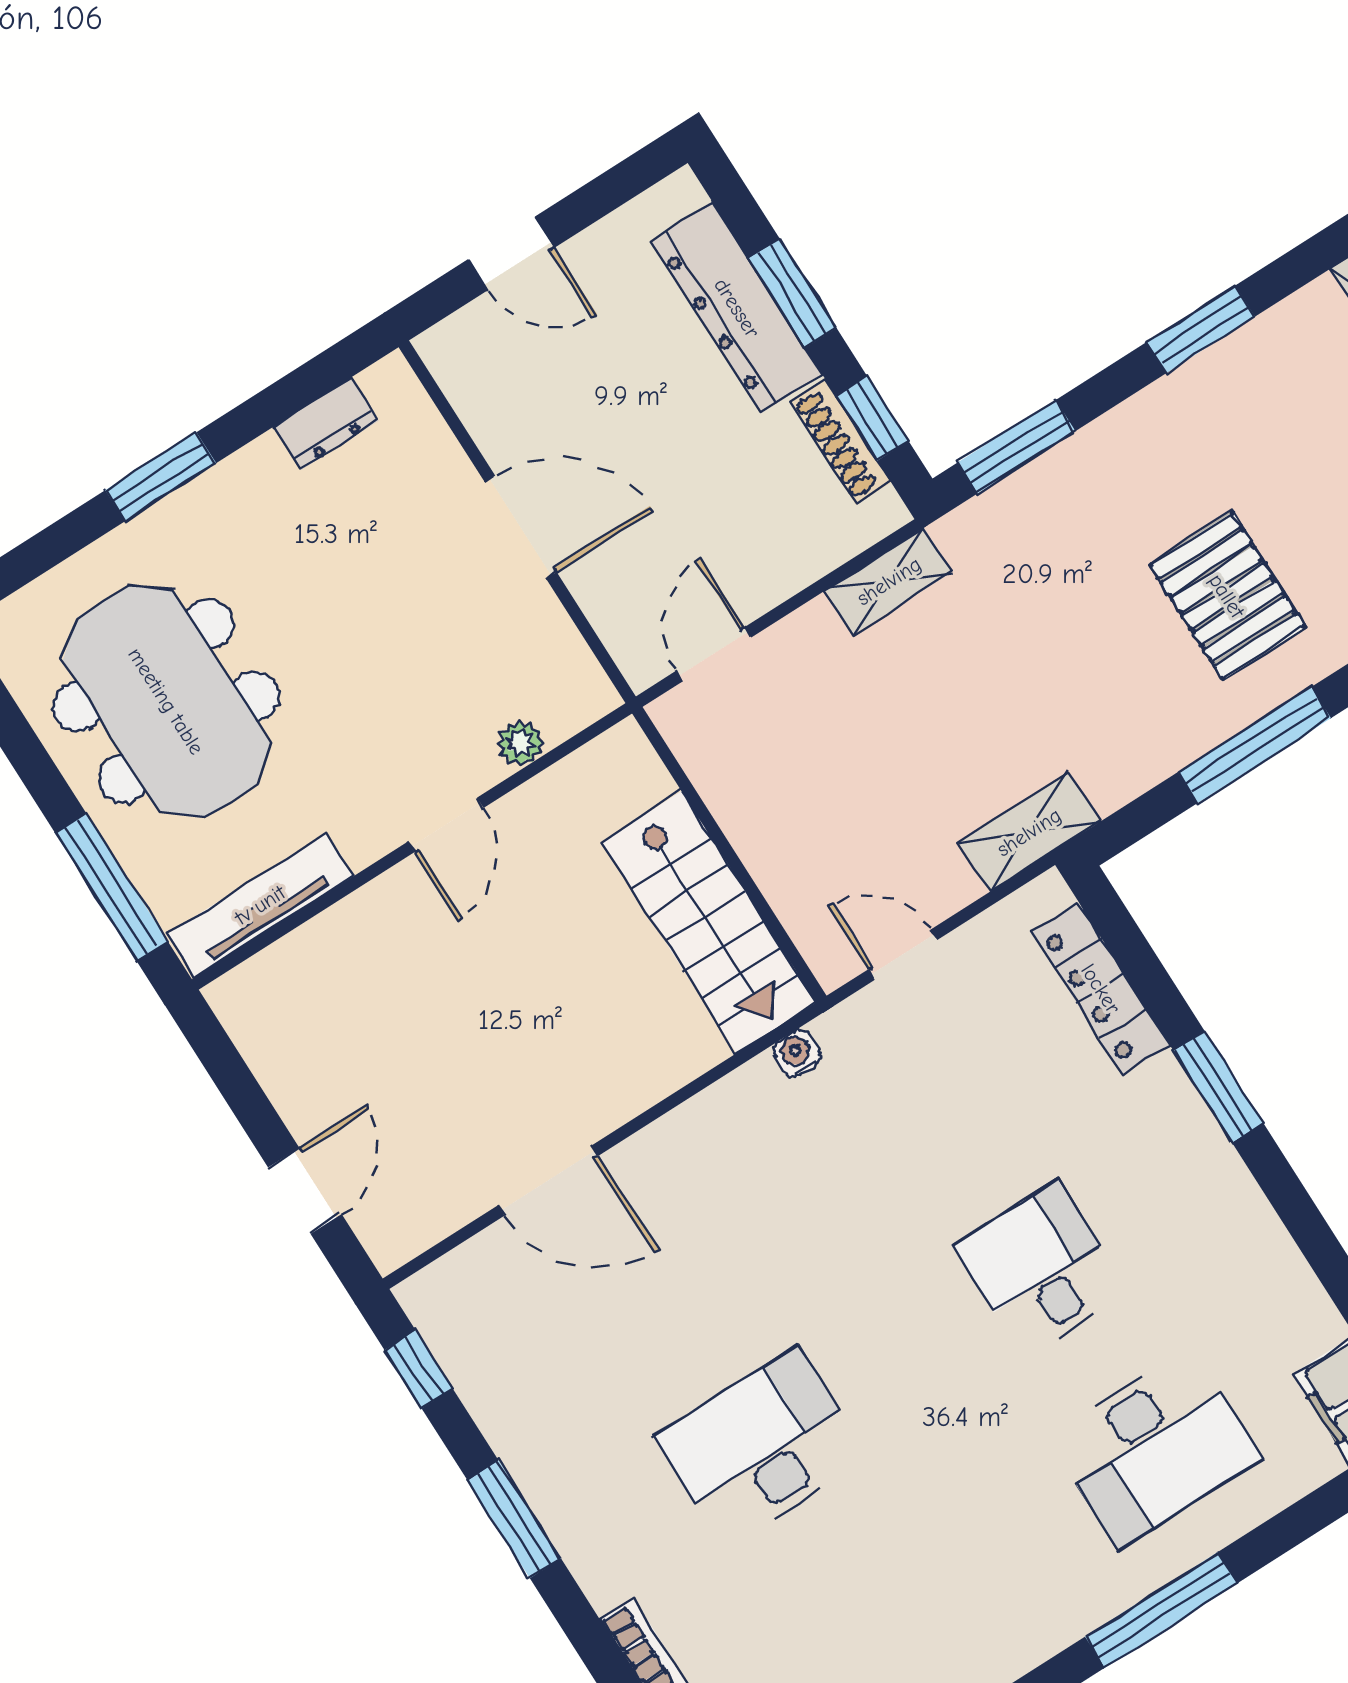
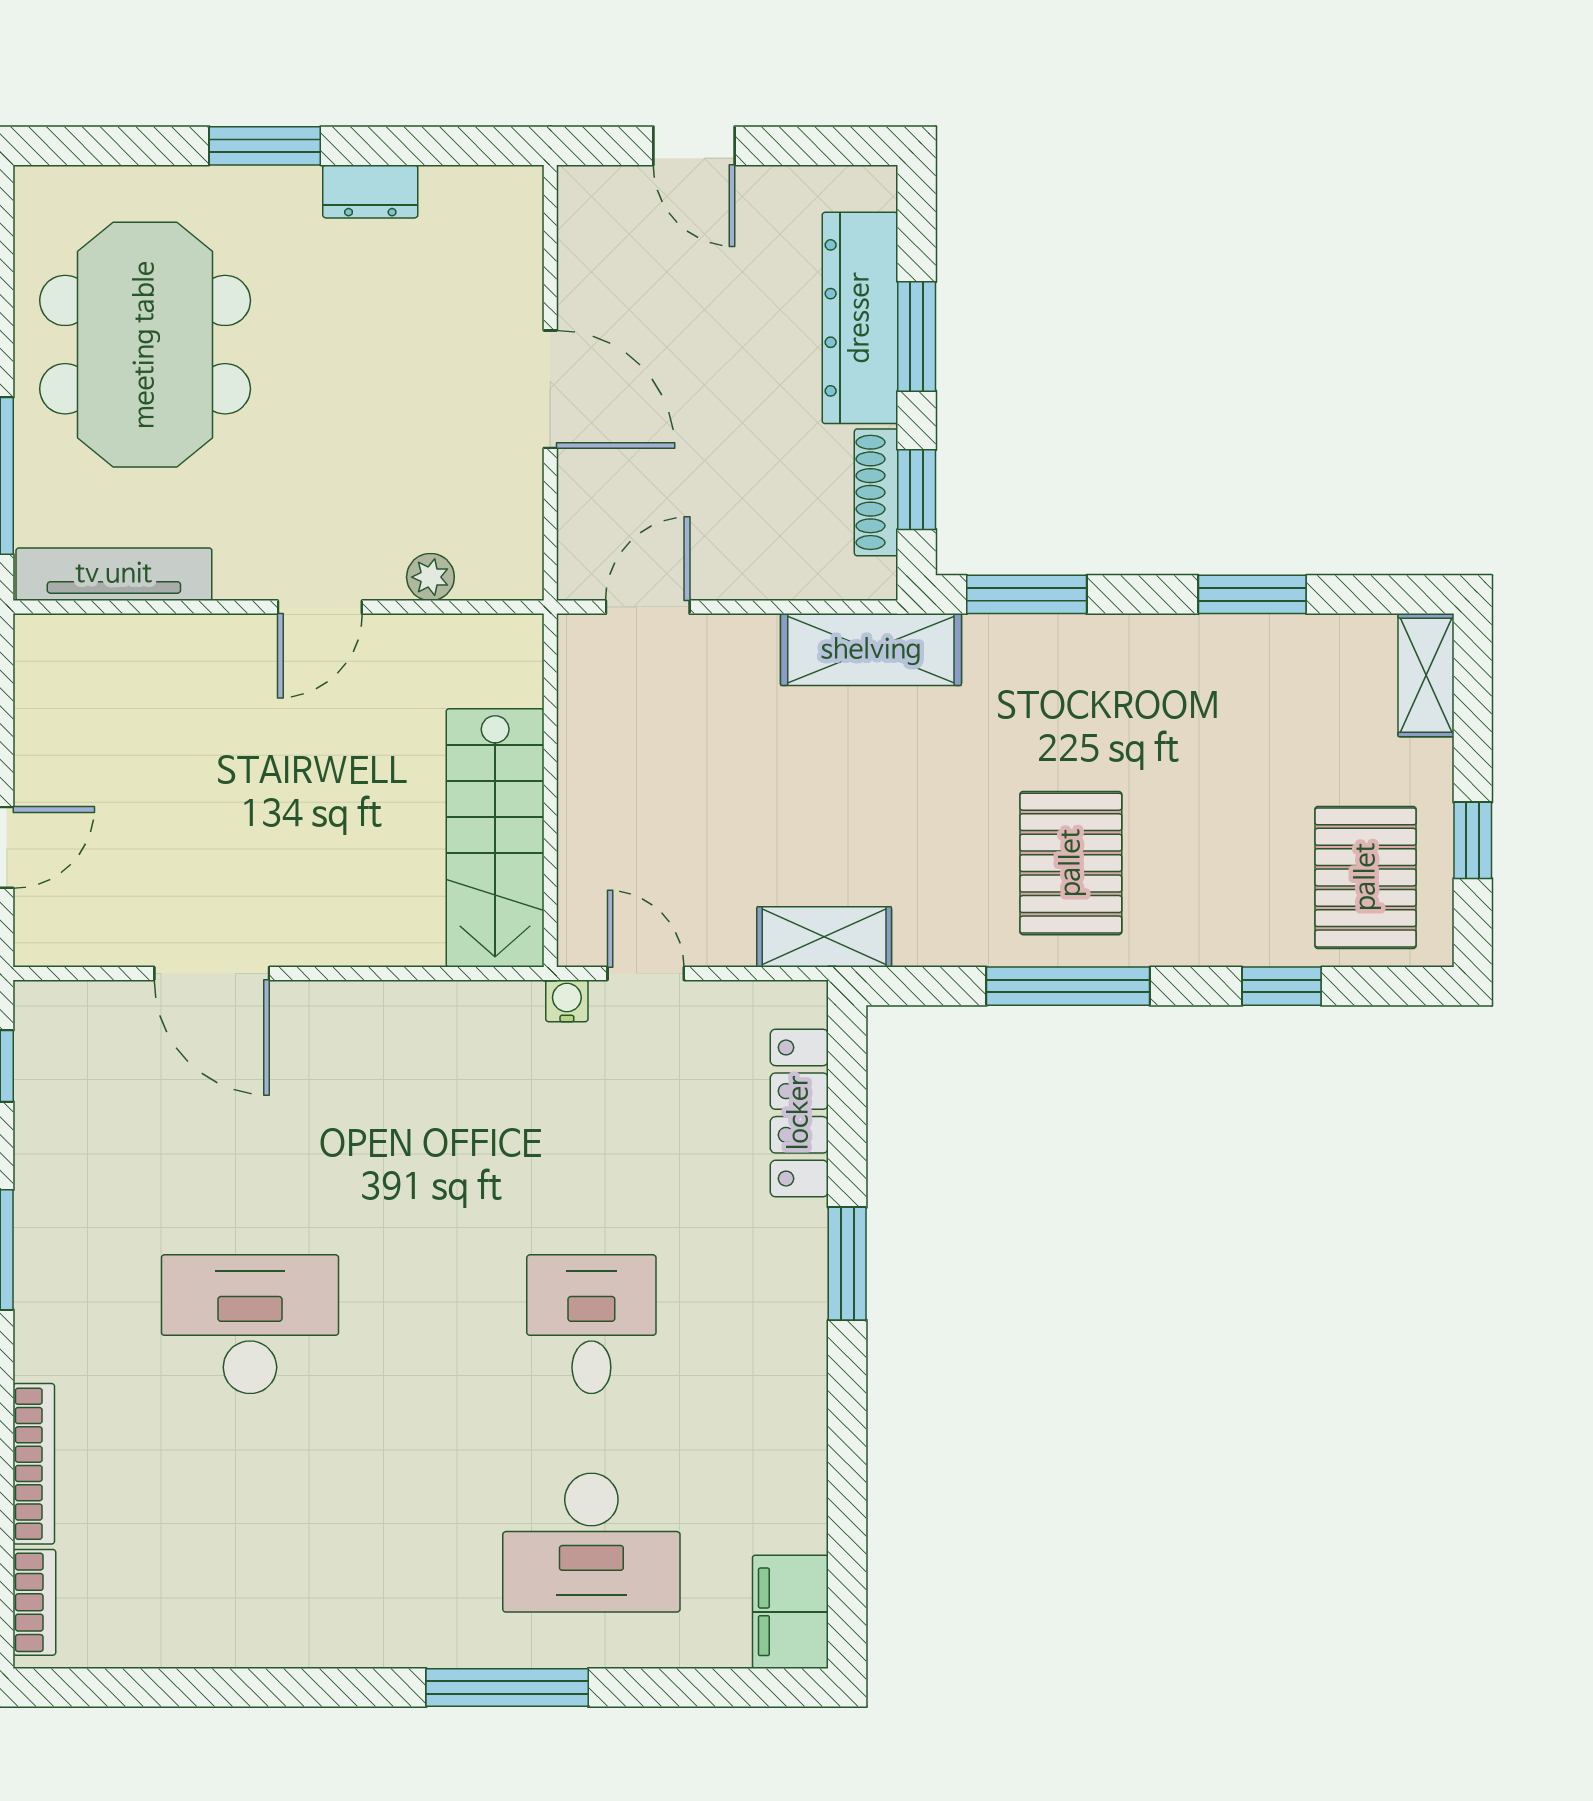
dresser: (326, 424) -> (370, 191), moved
shelving: (889, 581) -> (871, 650), width x1.50, depth x1.33
pallet: (1227, 596) -> (1071, 863), moved
water cooler: (797, 1053) -> (567, 1001), moved

